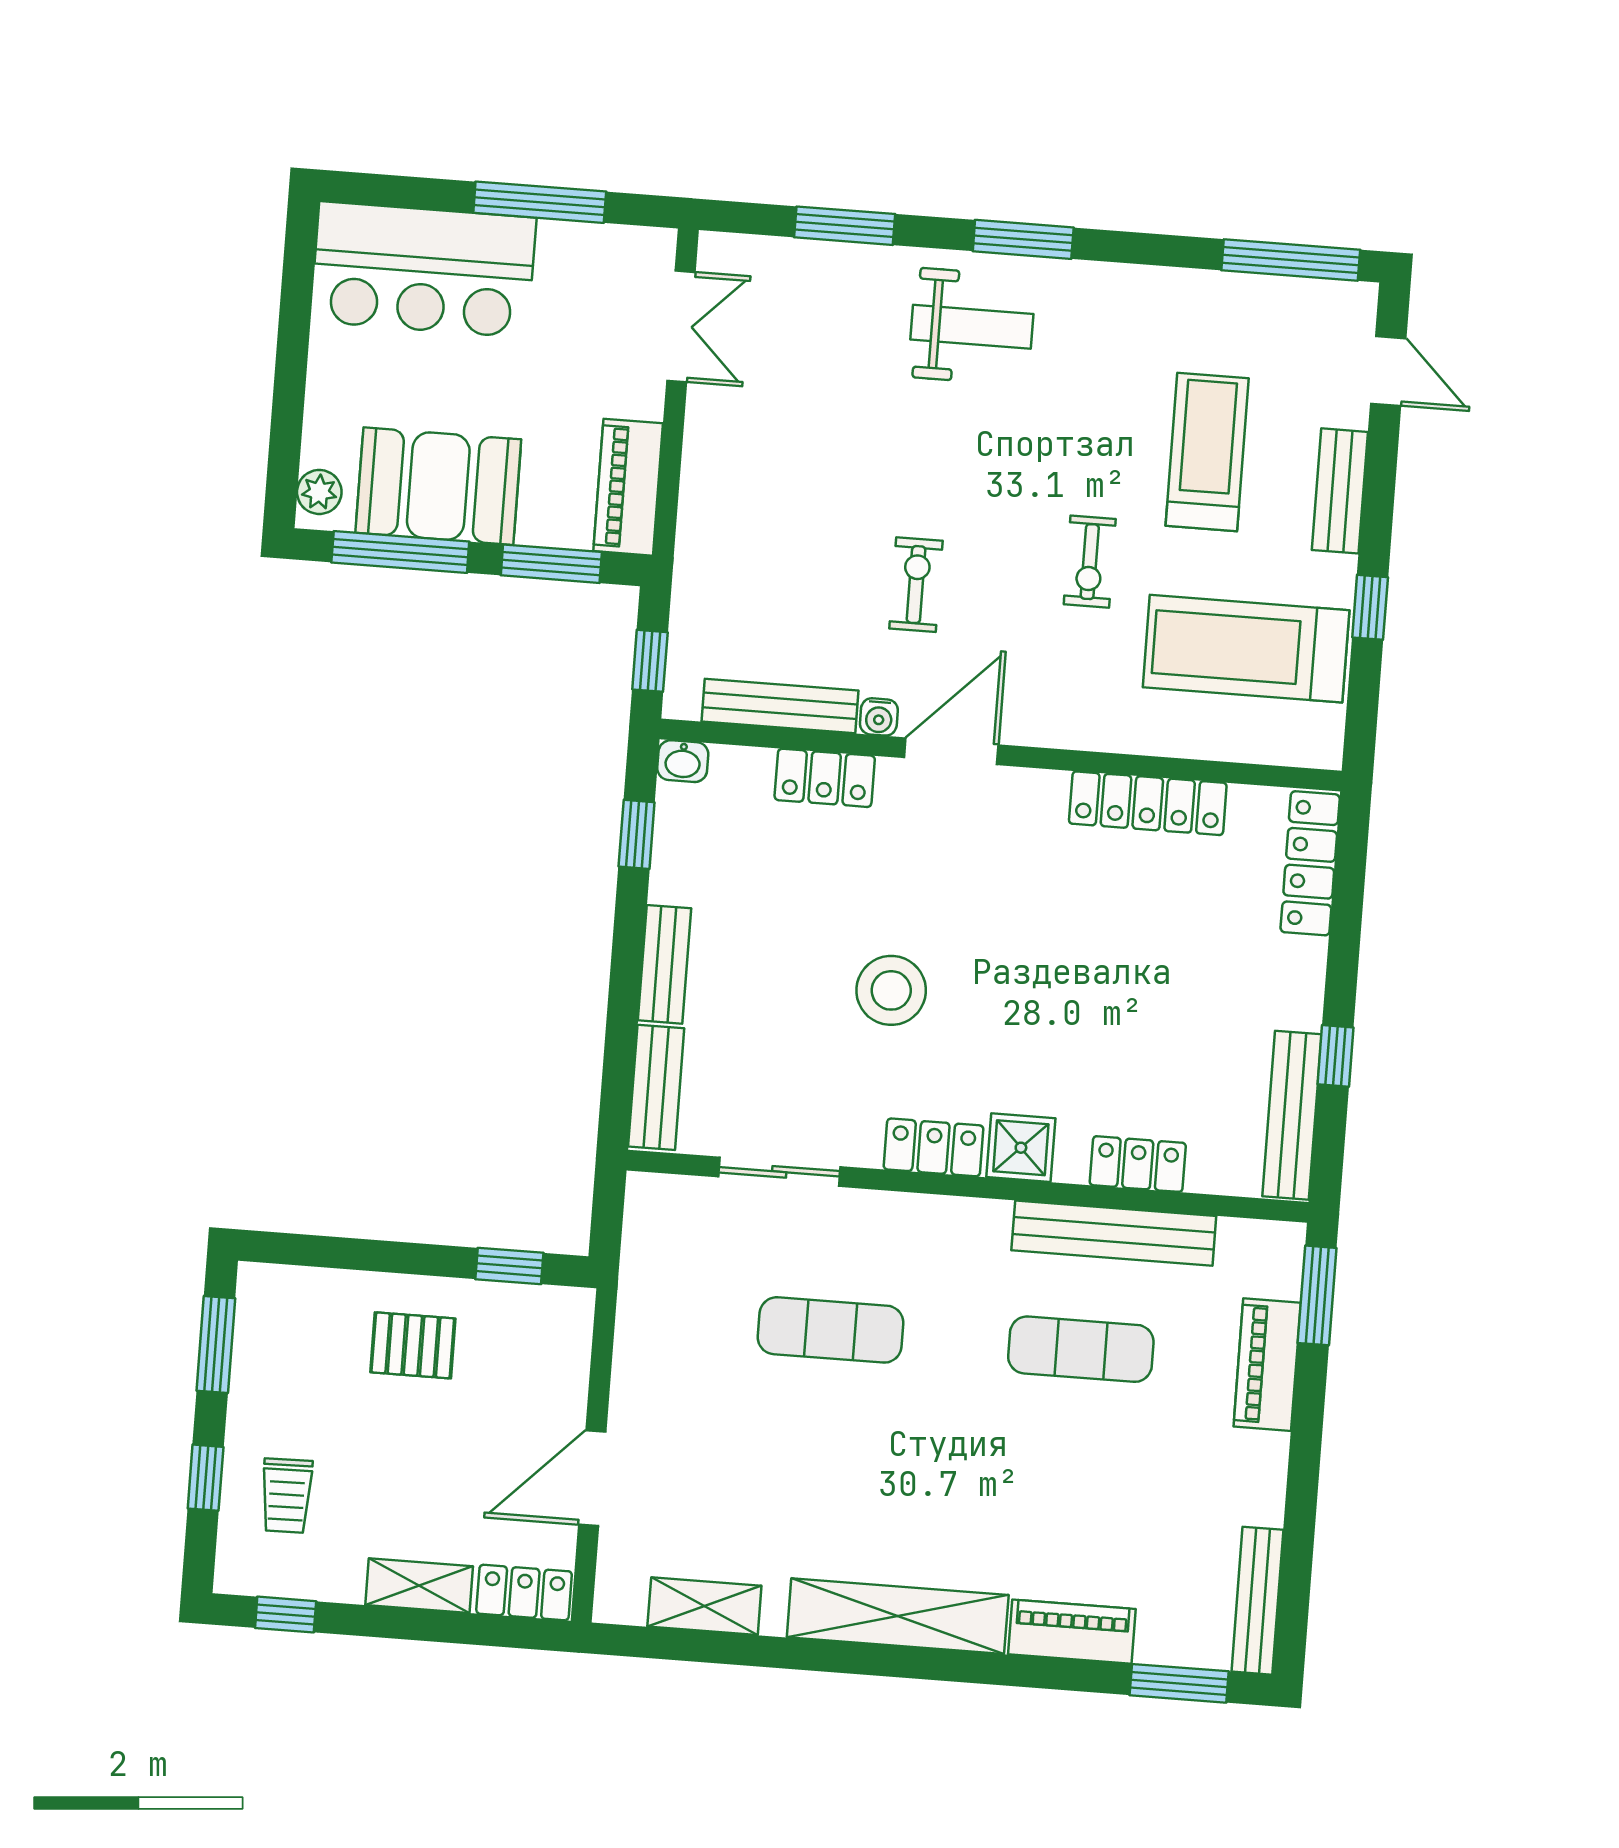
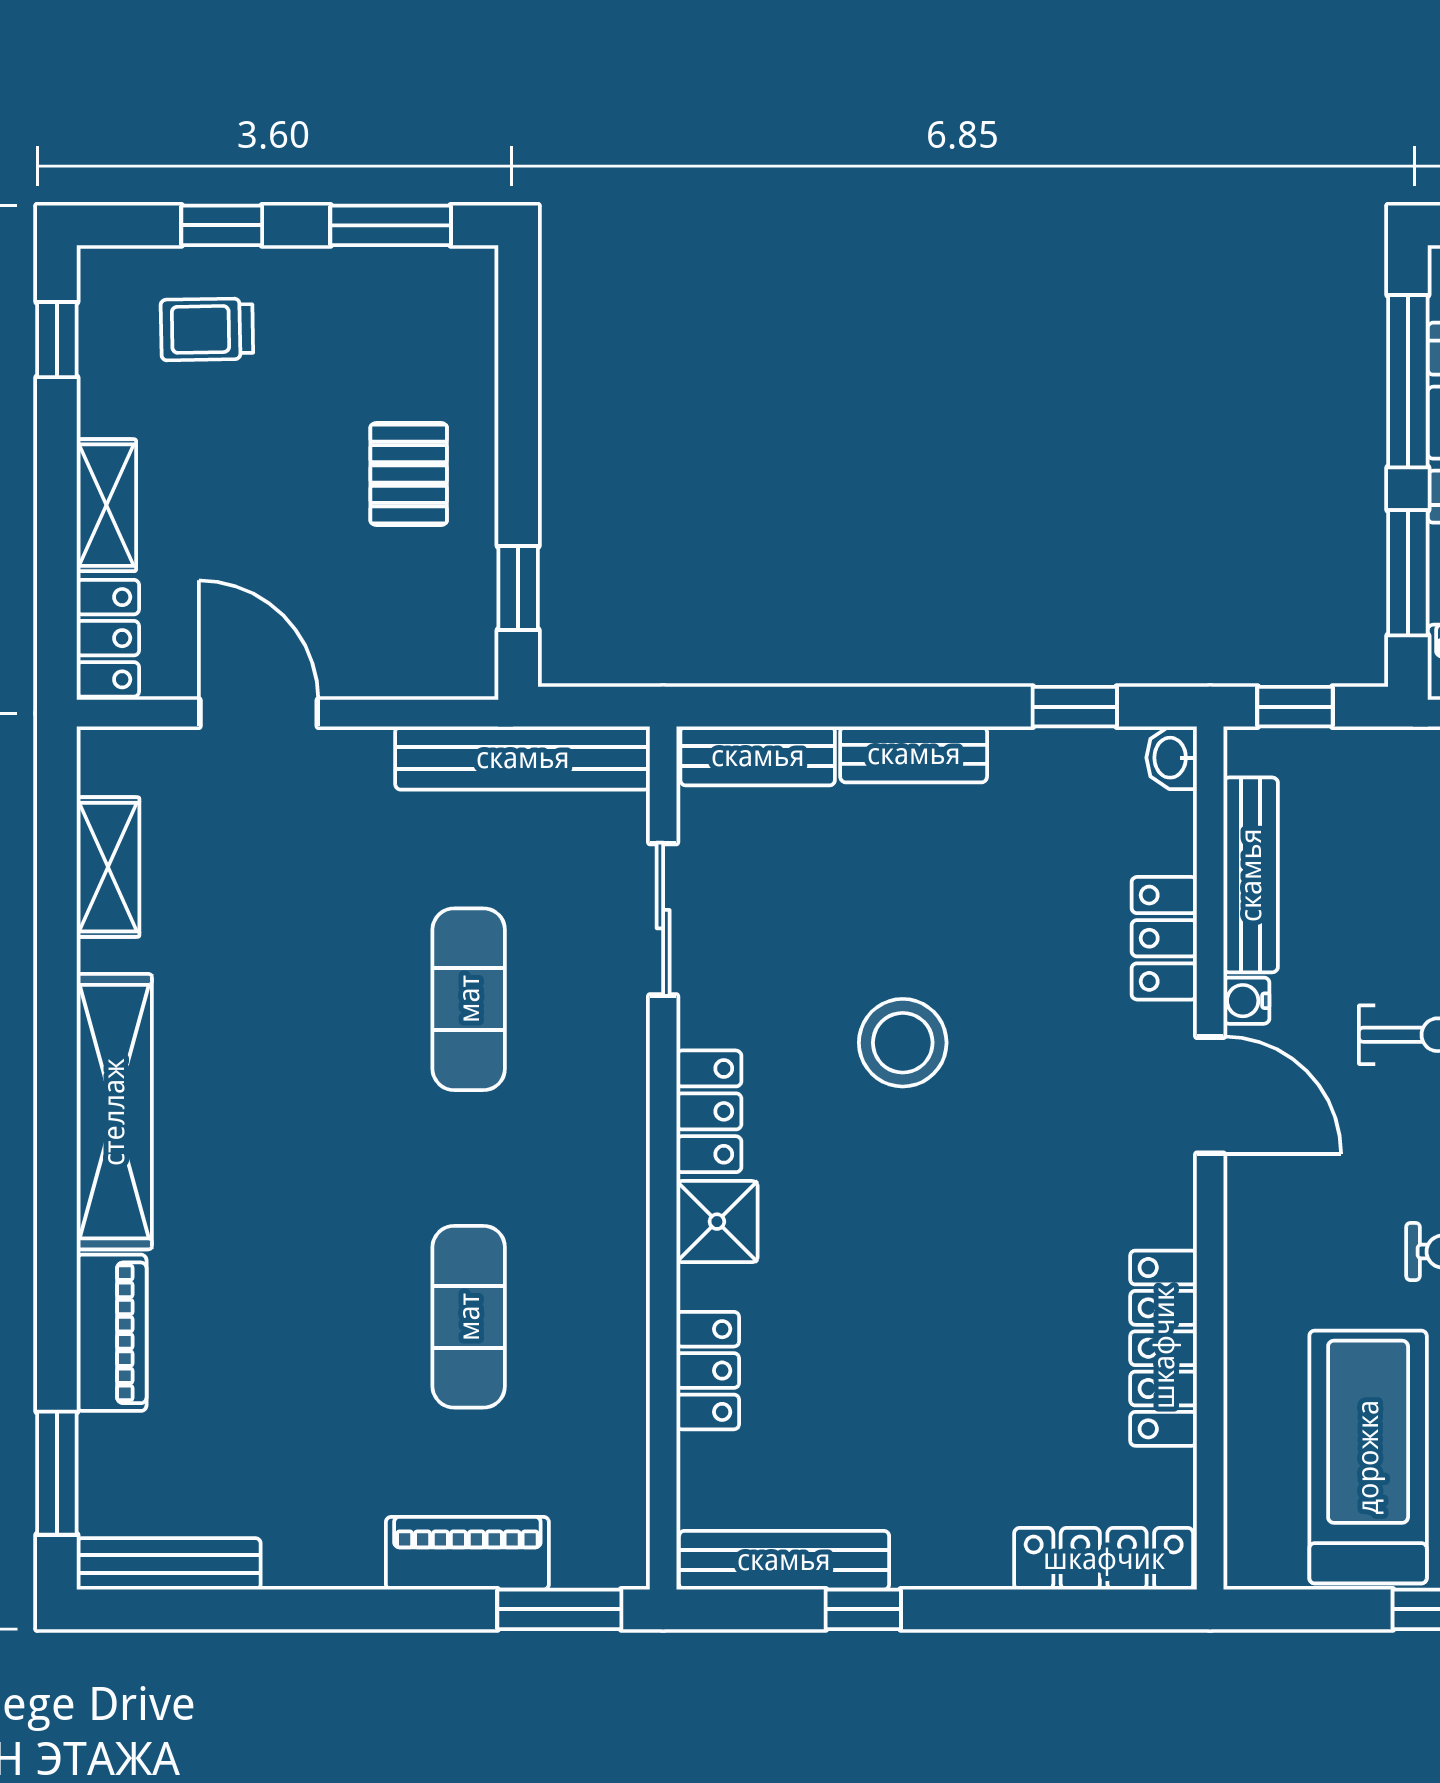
bench: (1114, 1233) -> (523, 758), moved, turned 90

